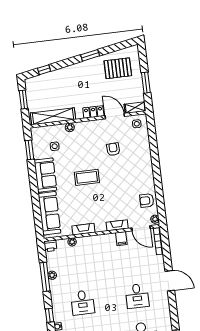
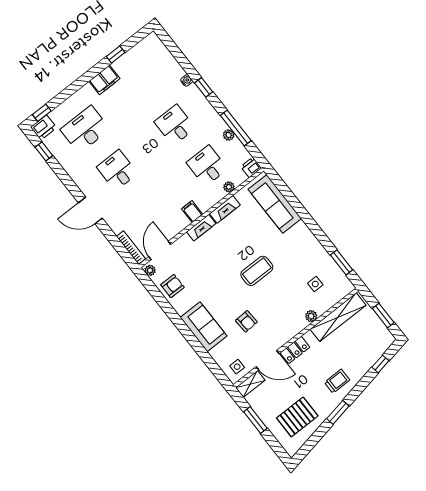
trolley: (79, 76) -> (337, 381), added
sofa: (45, 175) -> (203, 327), moved, turned 180
fireplace: (117, 225) -> (201, 228), moved
door: (141, 228) -> (160, 250), hinge flipped
filing cabinet: (121, 239) -> (192, 212), moved
desk: (78, 264) -> (207, 166), added

